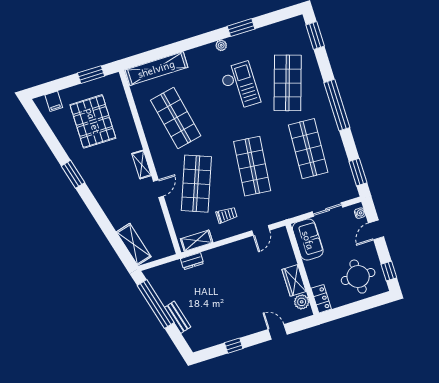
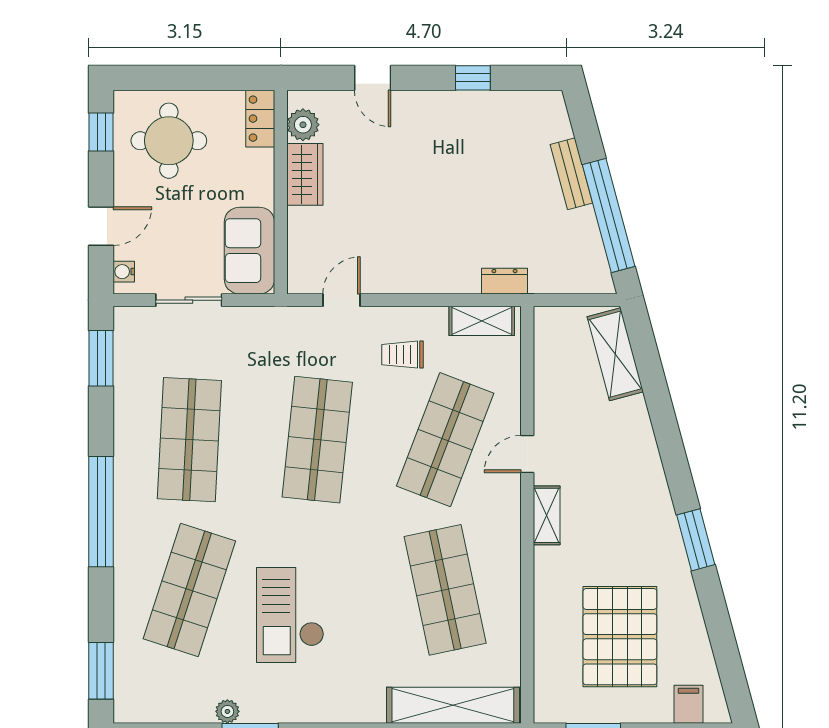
plant: (221, 45) -> (227, 711), moved

